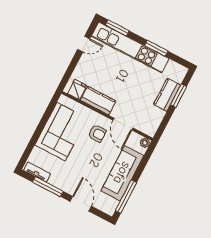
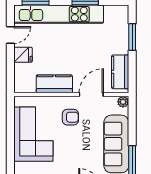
fridge: (77, 89) -> (23, 55), moved, turned 90
kitchen counter: (167, 95) -> (120, 72), moved
door: (123, 124) -> (91, 94), swing flipped

